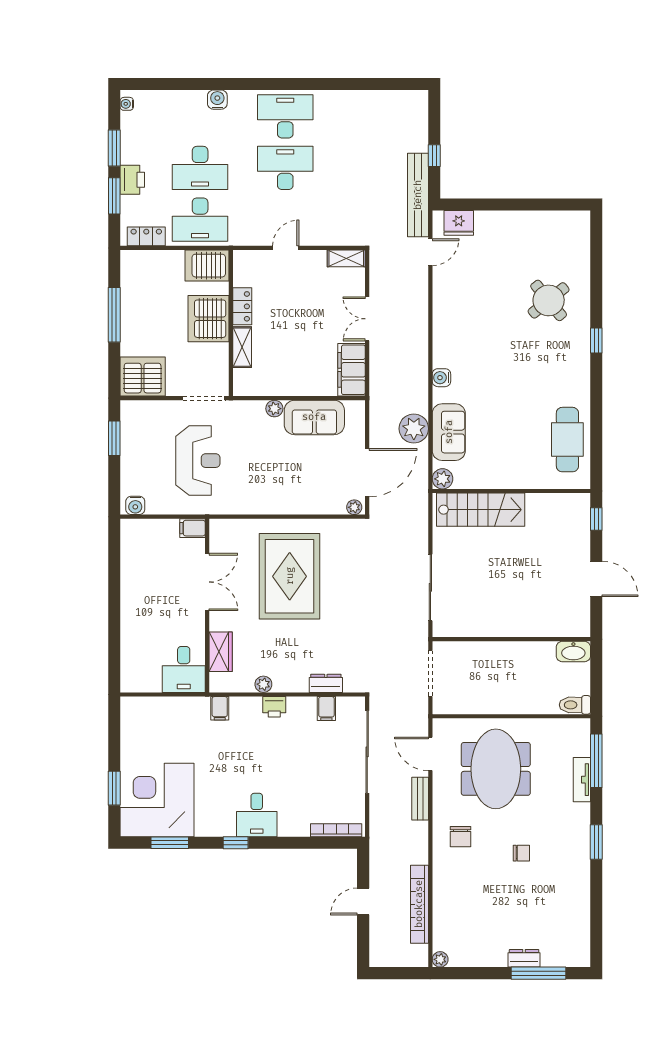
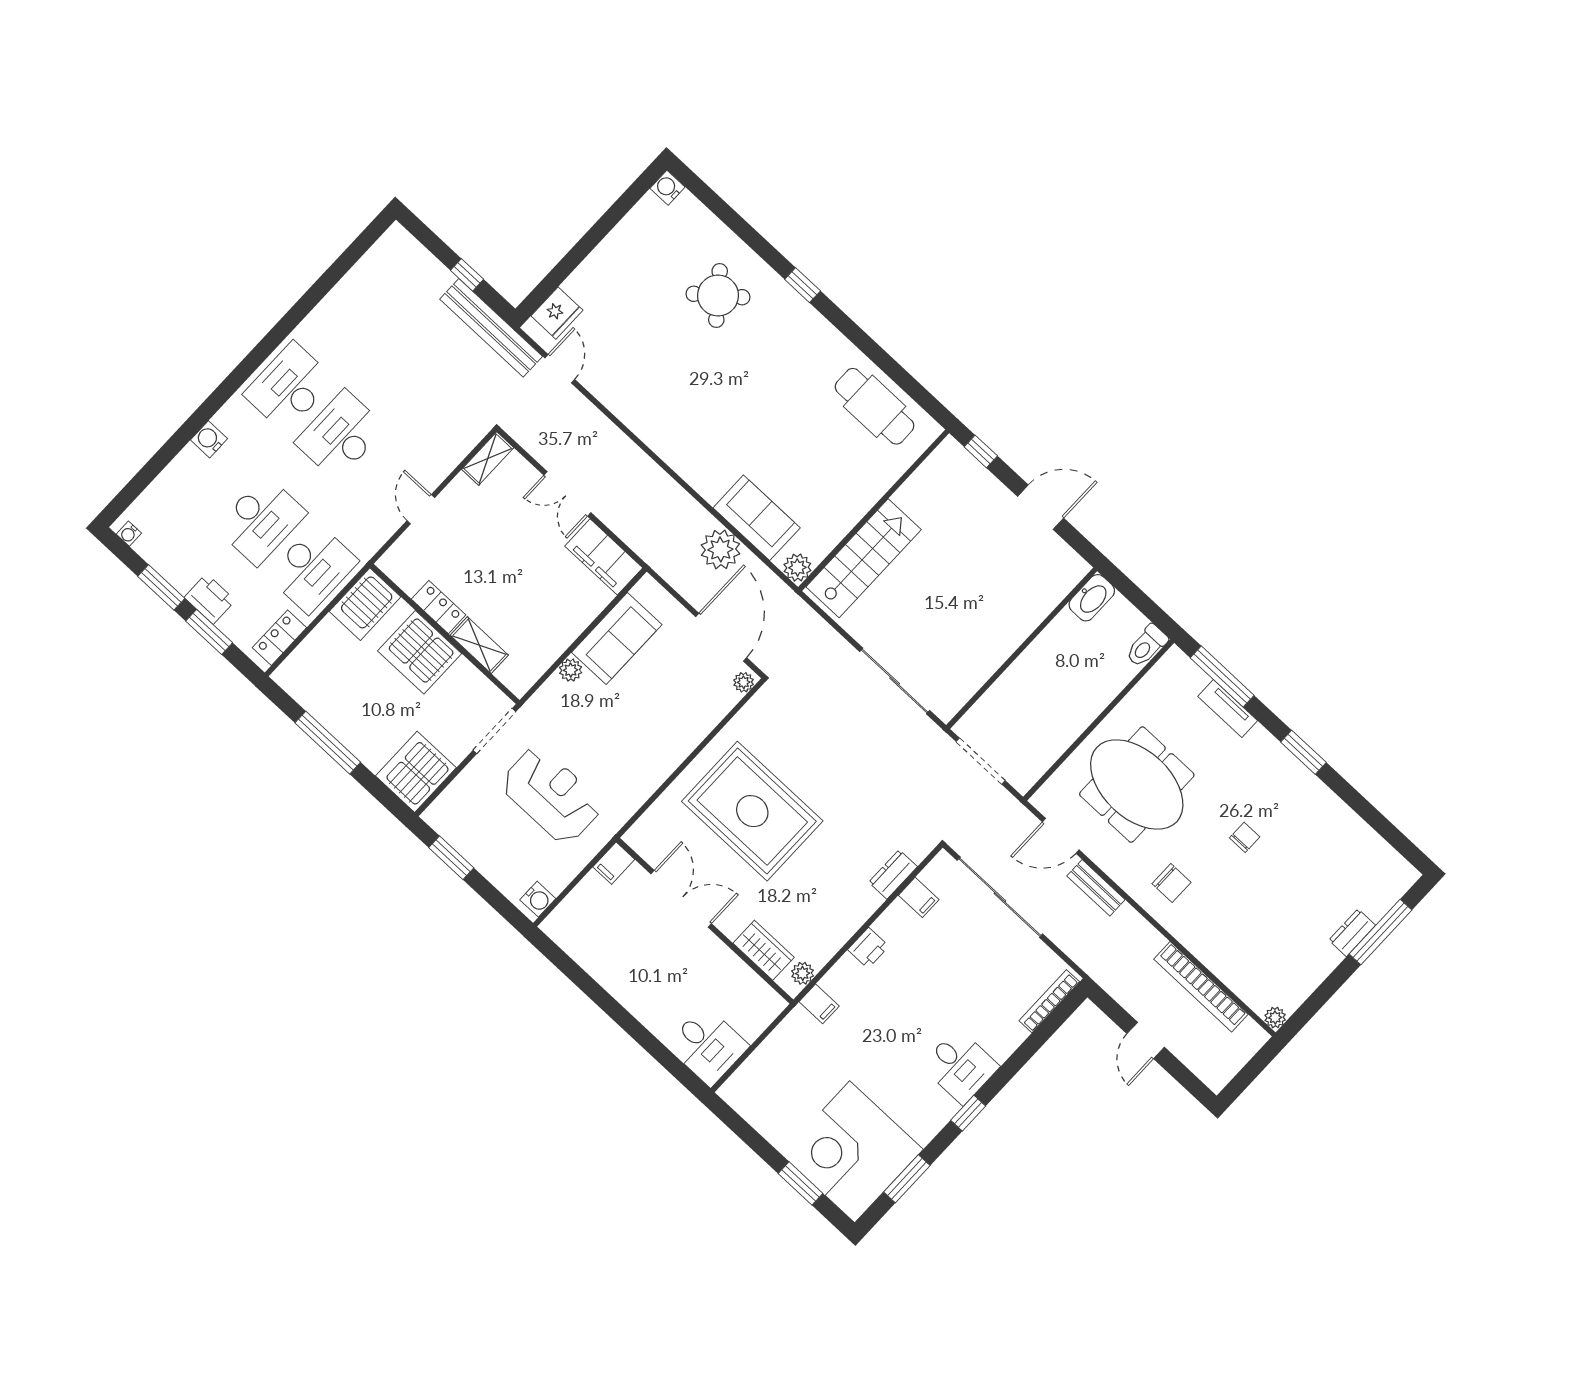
water cooler: (441, 378) -> (668, 188), moved, turned 90
desk: (184, 669) -> (708, 1046), moved
plant: (263, 684) -> (803, 973), moved

